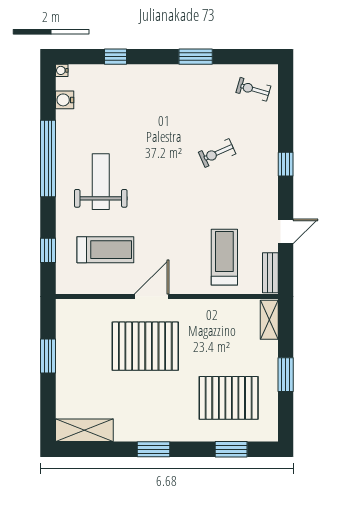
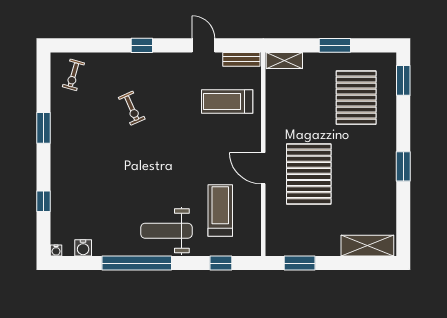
weight bench: (101, 182) -> (166, 231), moved
window: (48, 356) -> (300, 263), moved
shelving: (84, 430) -> (367, 246), moved, turned 90
window: (231, 449) -> (403, 80), moved

